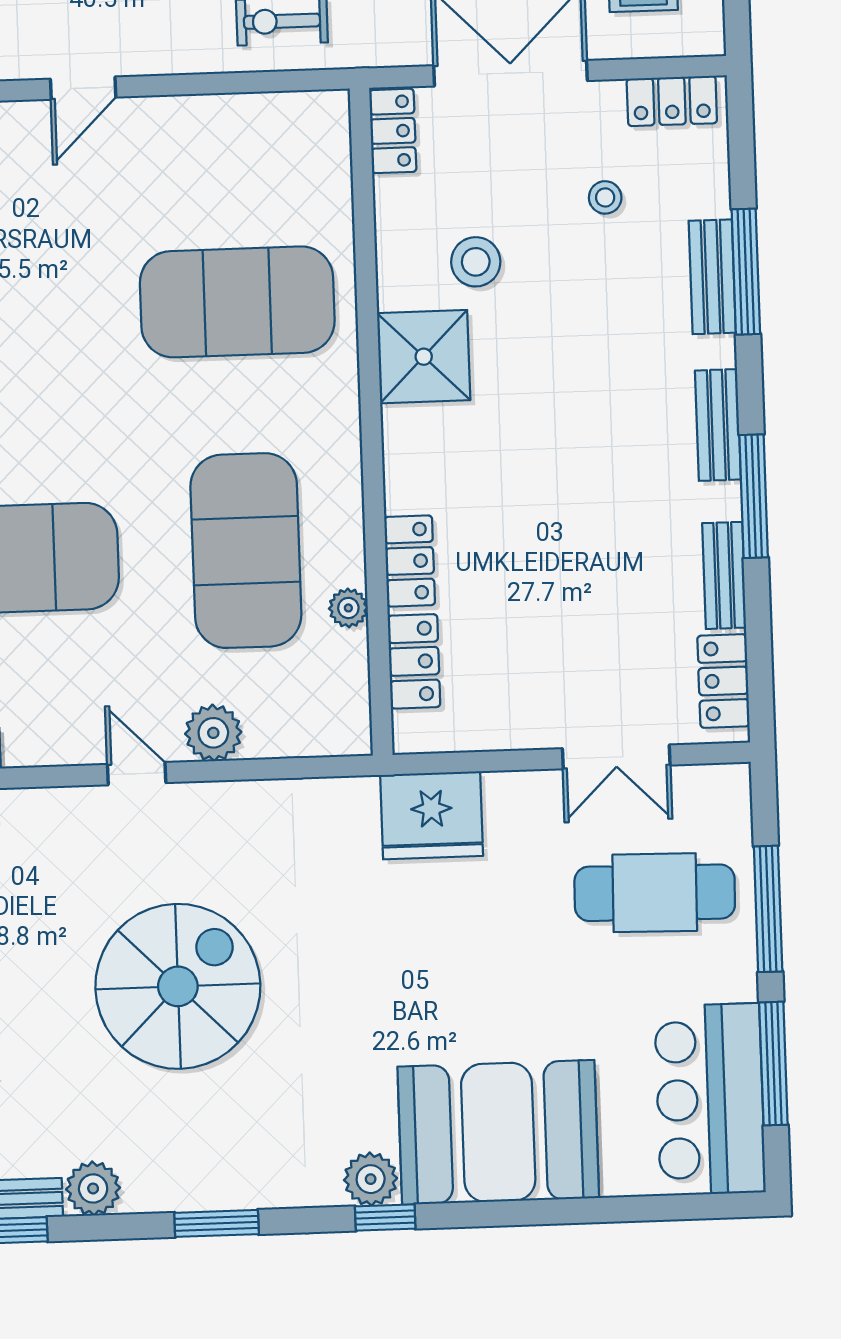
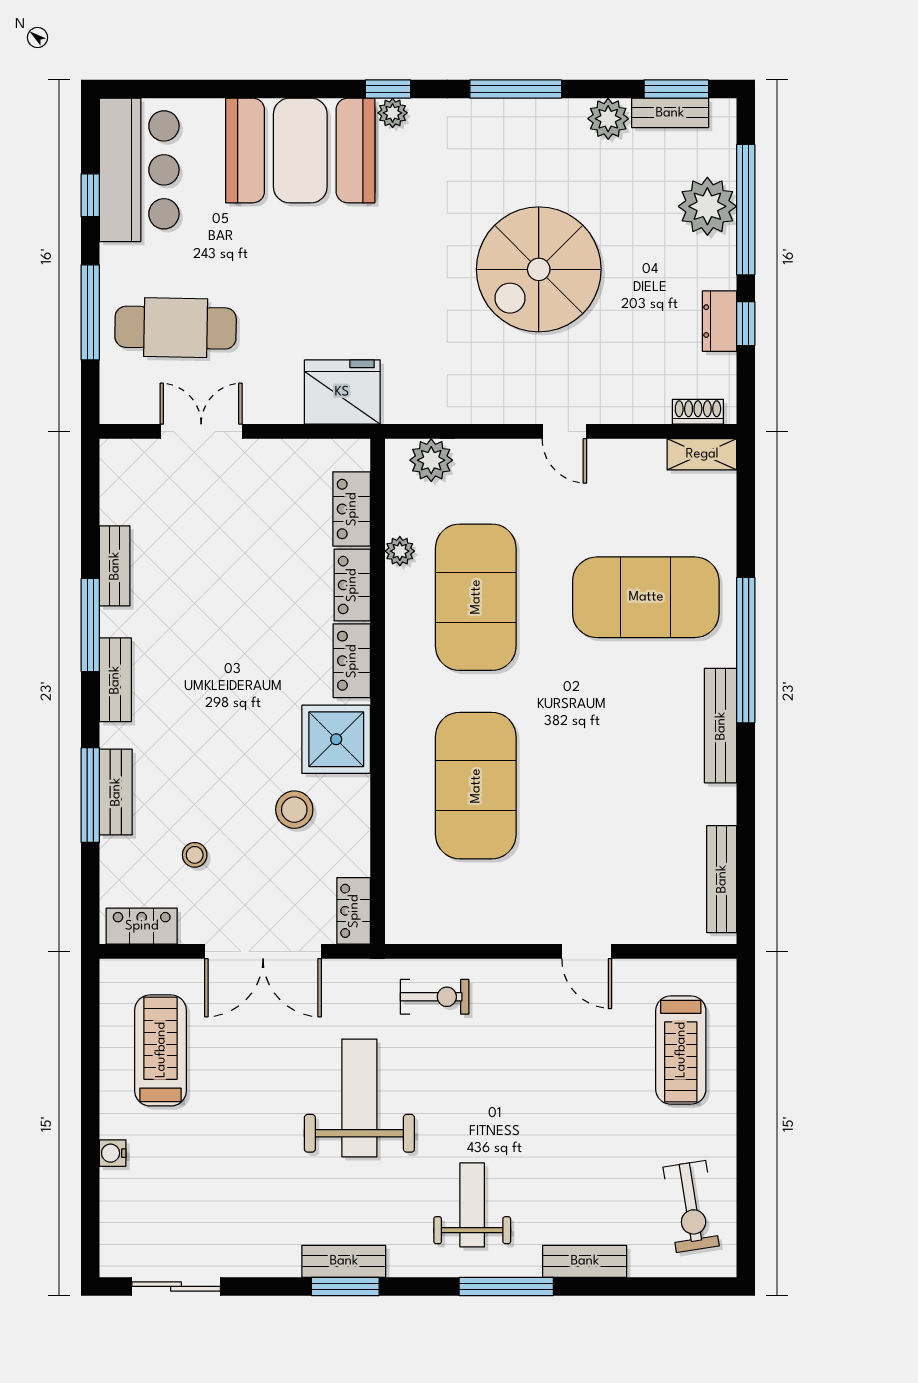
door: (83, 88) -> (587, 951), swing flipped
exercise mat: (237, 302) -> (476, 786), turned 90
locker: (723, 681) -> (352, 661), moved, turned 180
plant: (213, 733) -> (431, 460), moved
window: (773, 1064) -> (90, 195), width x0.46
plant: (371, 1179) -> (393, 113), width x0.73, depth x0.73
window: (217, 1223) -> (516, 89), width x1.44

